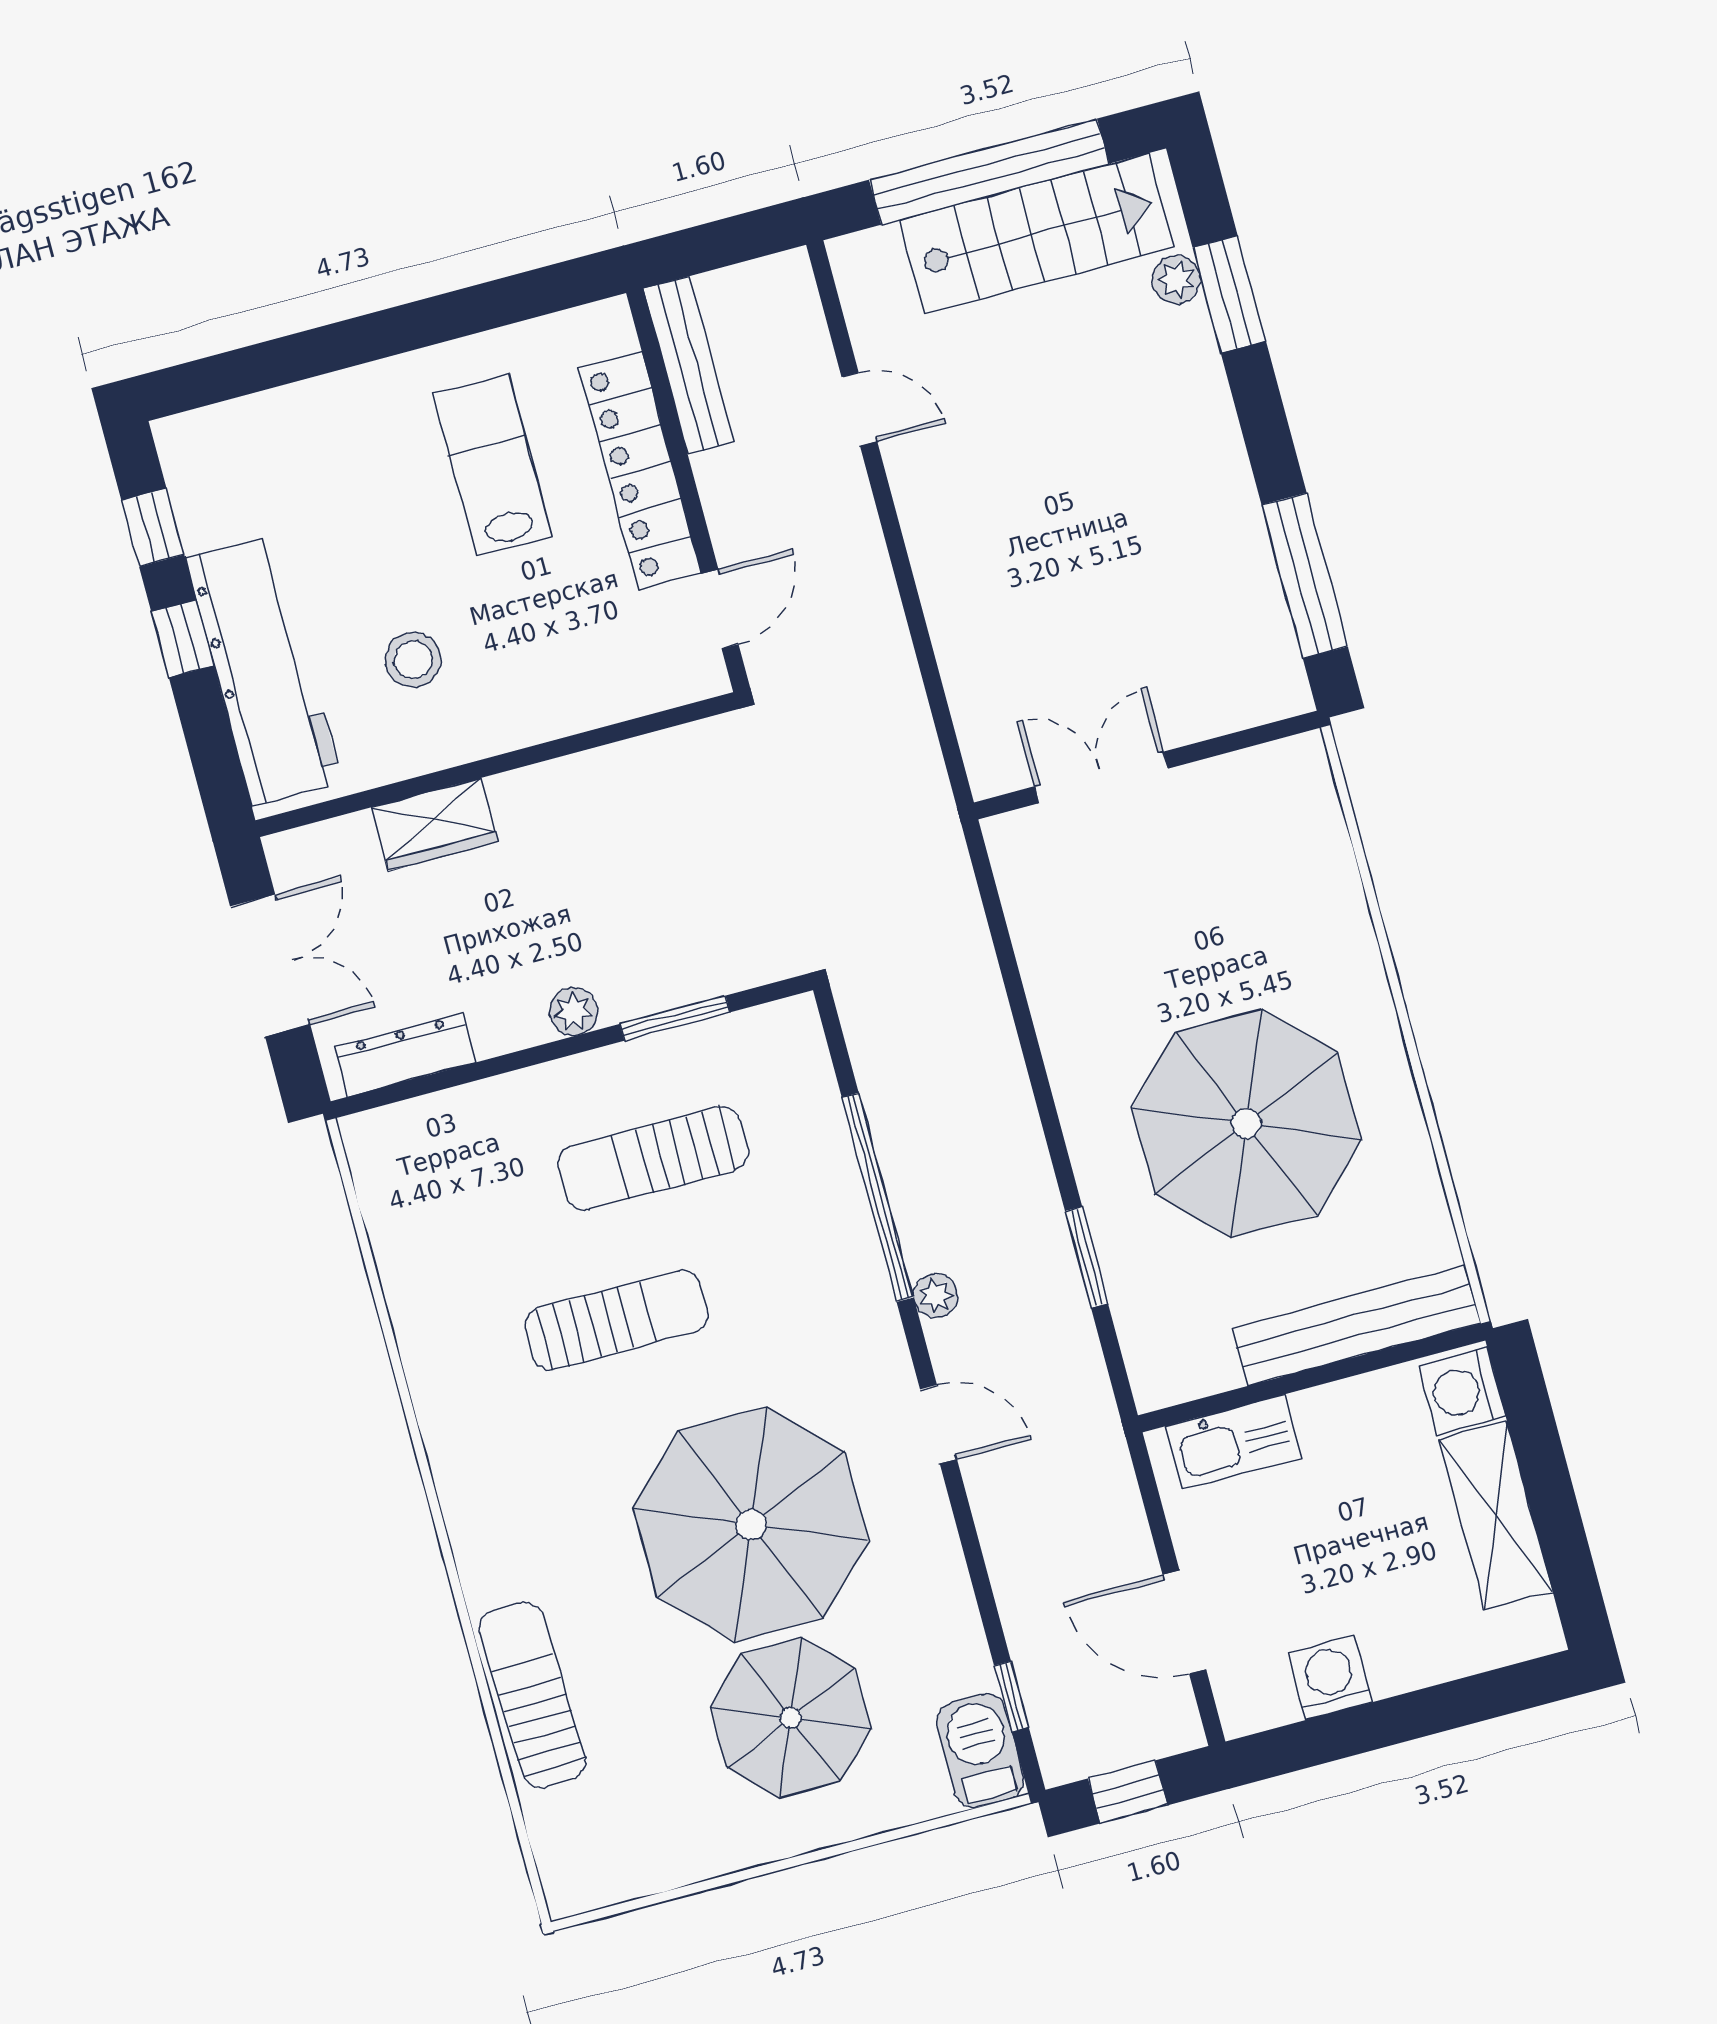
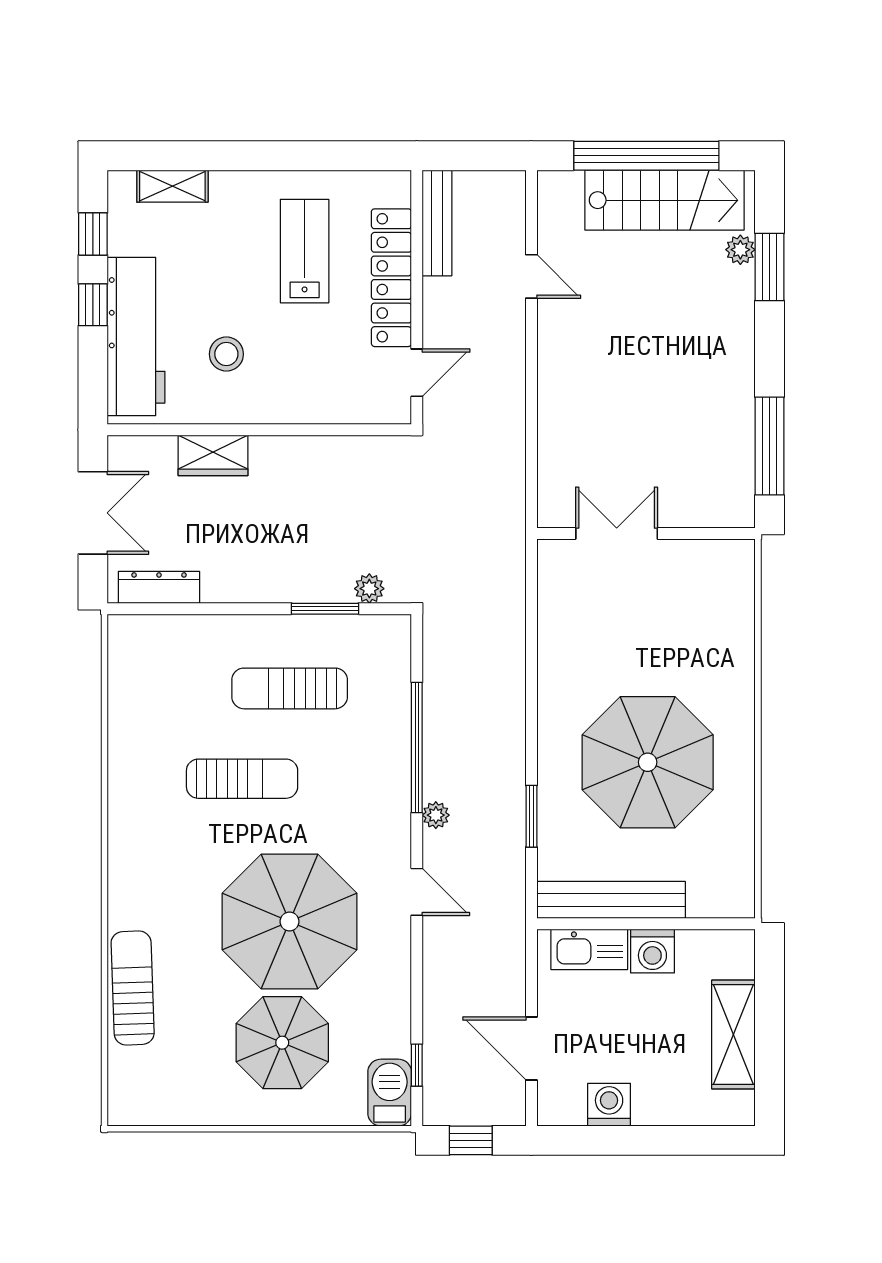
shelving: (258, 419) -> (172, 186), added
plant: (574, 1011) -> (369, 589), moved
bench: (1356, 1326) -> (611, 900), moved
washing machine: (1462, 1391) -> (652, 951), moved, turned -90

